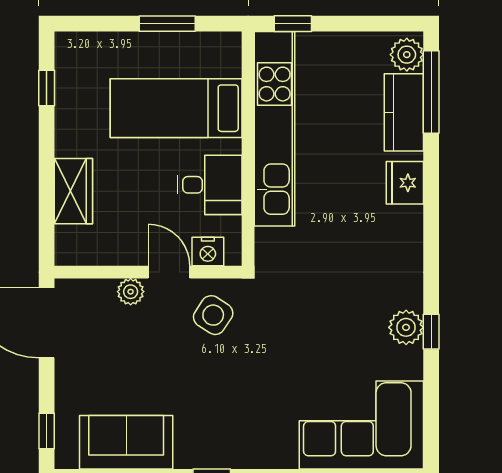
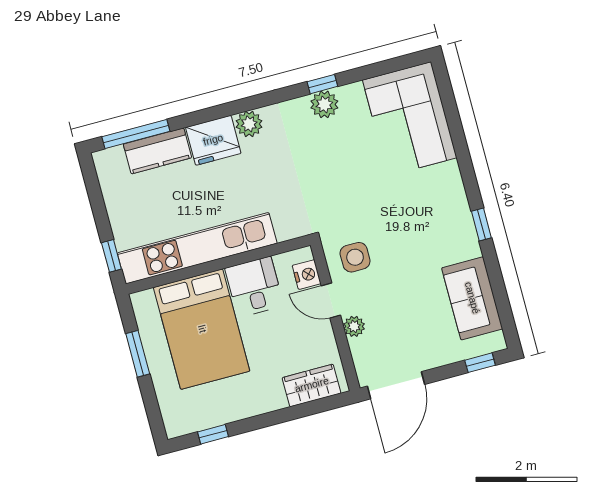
plant: (407, 55) -> (249, 124), moved
bed: (176, 108) -> (202, 329), width x1.50
fridge: (405, 183) -> (213, 140), width x1.36, depth x1.34
wardrobe: (73, 191) -> (312, 385), moved
door: (169, 272) -> (331, 300), hinge flipped
side table: (213, 315) -> (355, 257), turned -33

